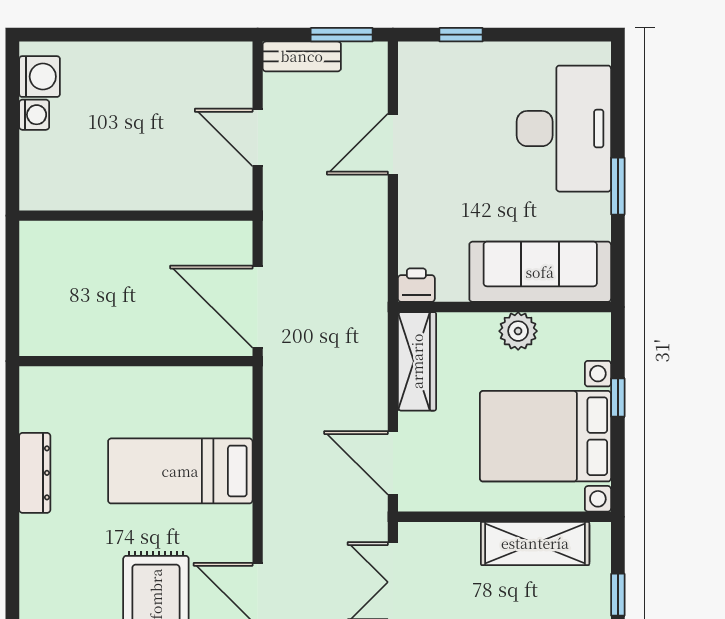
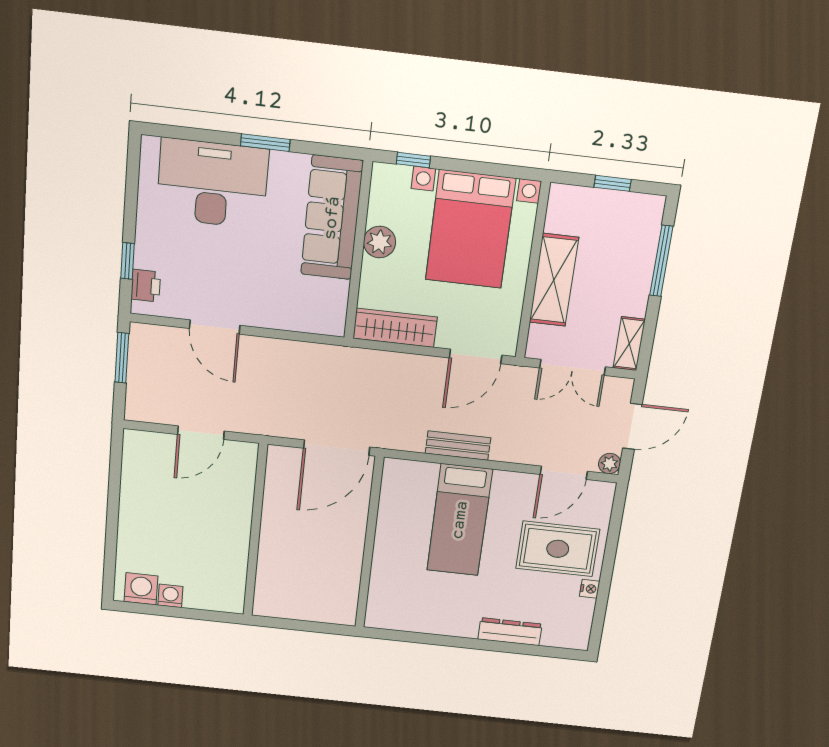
bench: (302, 56) -> (458, 446), moved, turned 90
printer: (416, 285) -> (146, 286), moved, turned 180
window: (618, 398) -> (413, 160), moved
dresser: (35, 473) -> (510, 632), moved
shelving: (535, 543) -> (554, 280), moved

